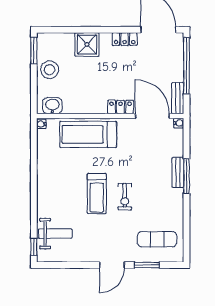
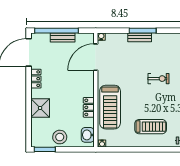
bench: (178, 98) -> (63, 37), moved
locker: (121, 107) -> (89, 107), moved
treadmill: (97, 194) -> (151, 127), moved

